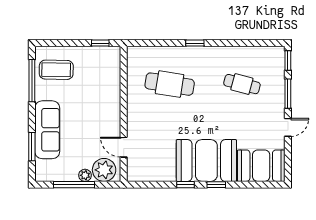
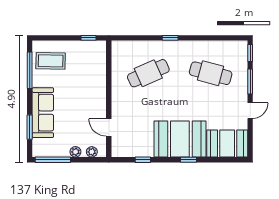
cafe table: (170, 84) -> (148, 73), turned -33
cafe table: (242, 84) -> (211, 73), width x1.37, depth x1.35
plant: (104, 170) -> (92, 152), width x0.53, depth x0.53
window: (74, 185) -> (53, 160), moved
window: (186, 185) -> (143, 160), moved

